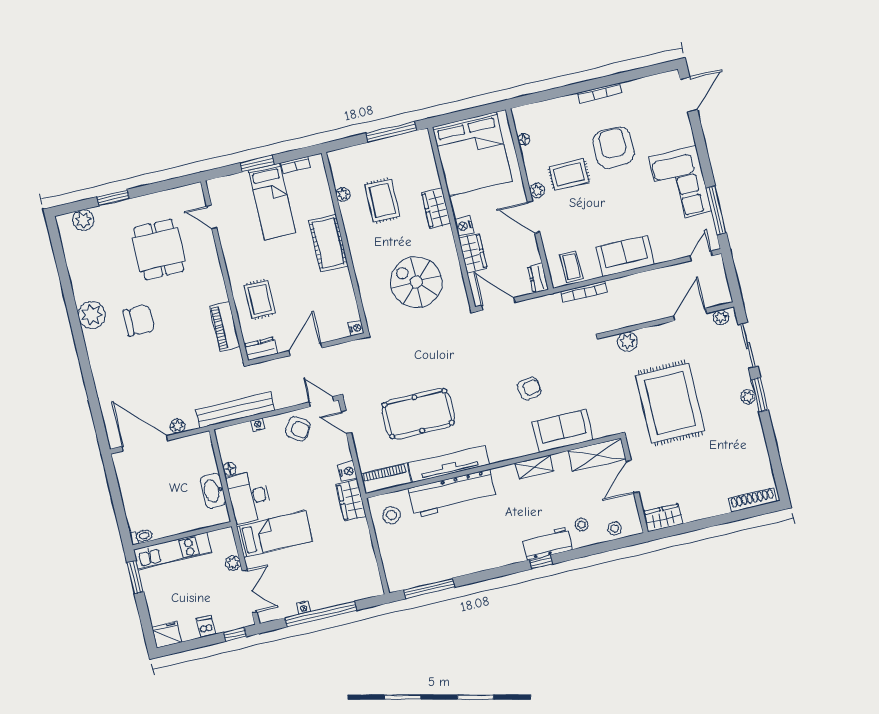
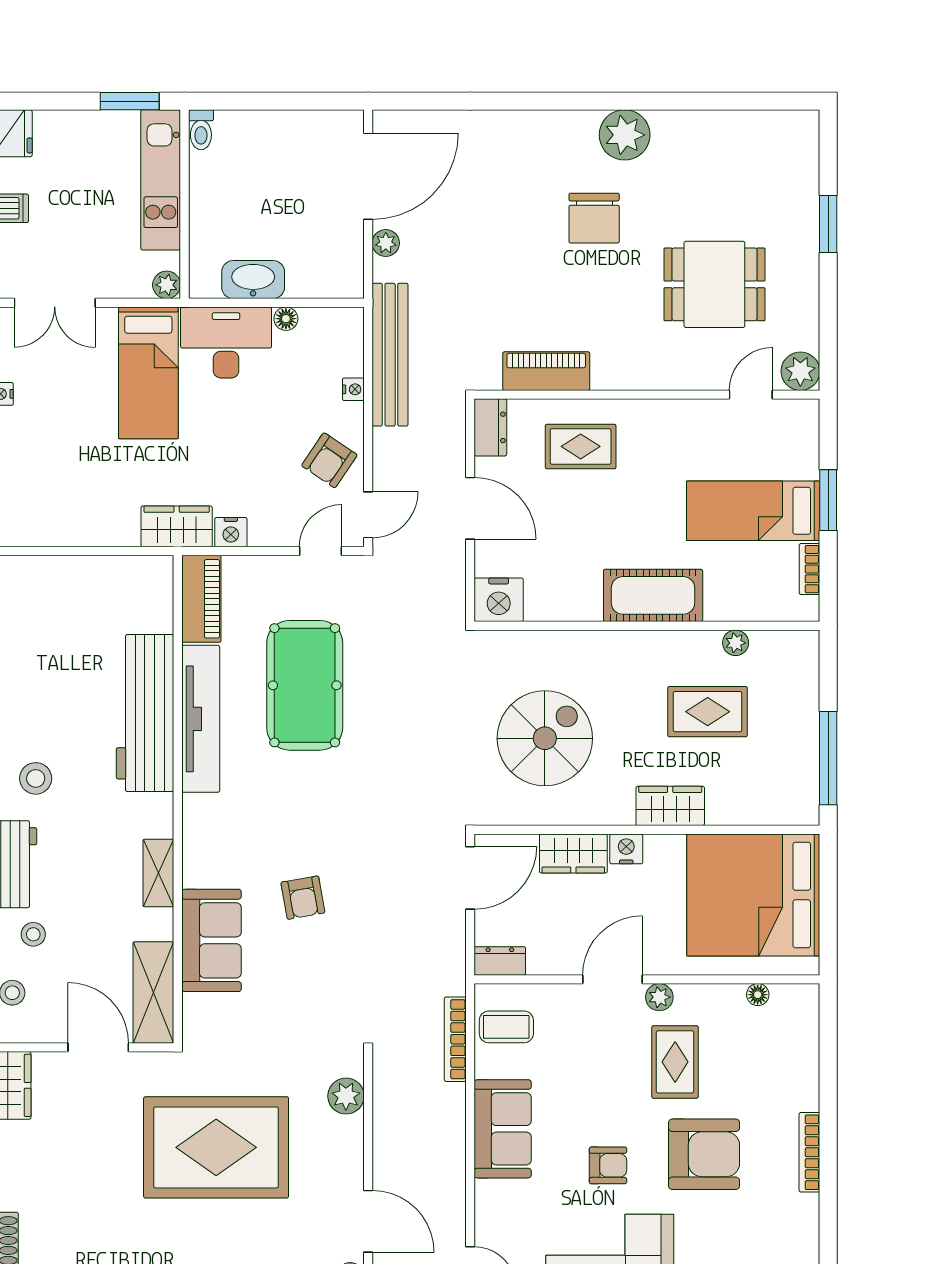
armchair: (631, 196) -> (608, 1165), added
plant: (83, 220) -> (800, 371), moved
nightstand: (356, 328) -> (499, 600), width x1.89, depth x1.79
stool: (392, 515) -> (36, 778), moved
plant: (233, 563) -> (167, 285), moved

